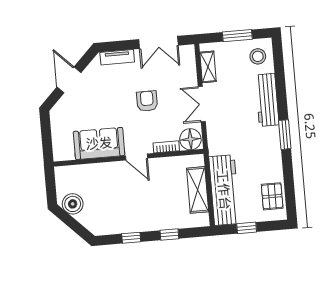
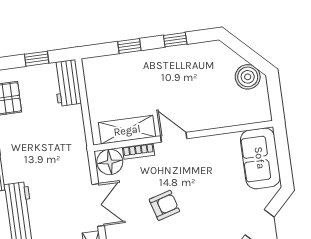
armchair: (147, 101) -> (164, 205), turned -106
sofa: (99, 143) -> (260, 158), moved, turned 90
shelving: (198, 190) -> (127, 130), moved, turned 90
workbench: (224, 190) -> (67, 83), width x0.53, depth x0.76

